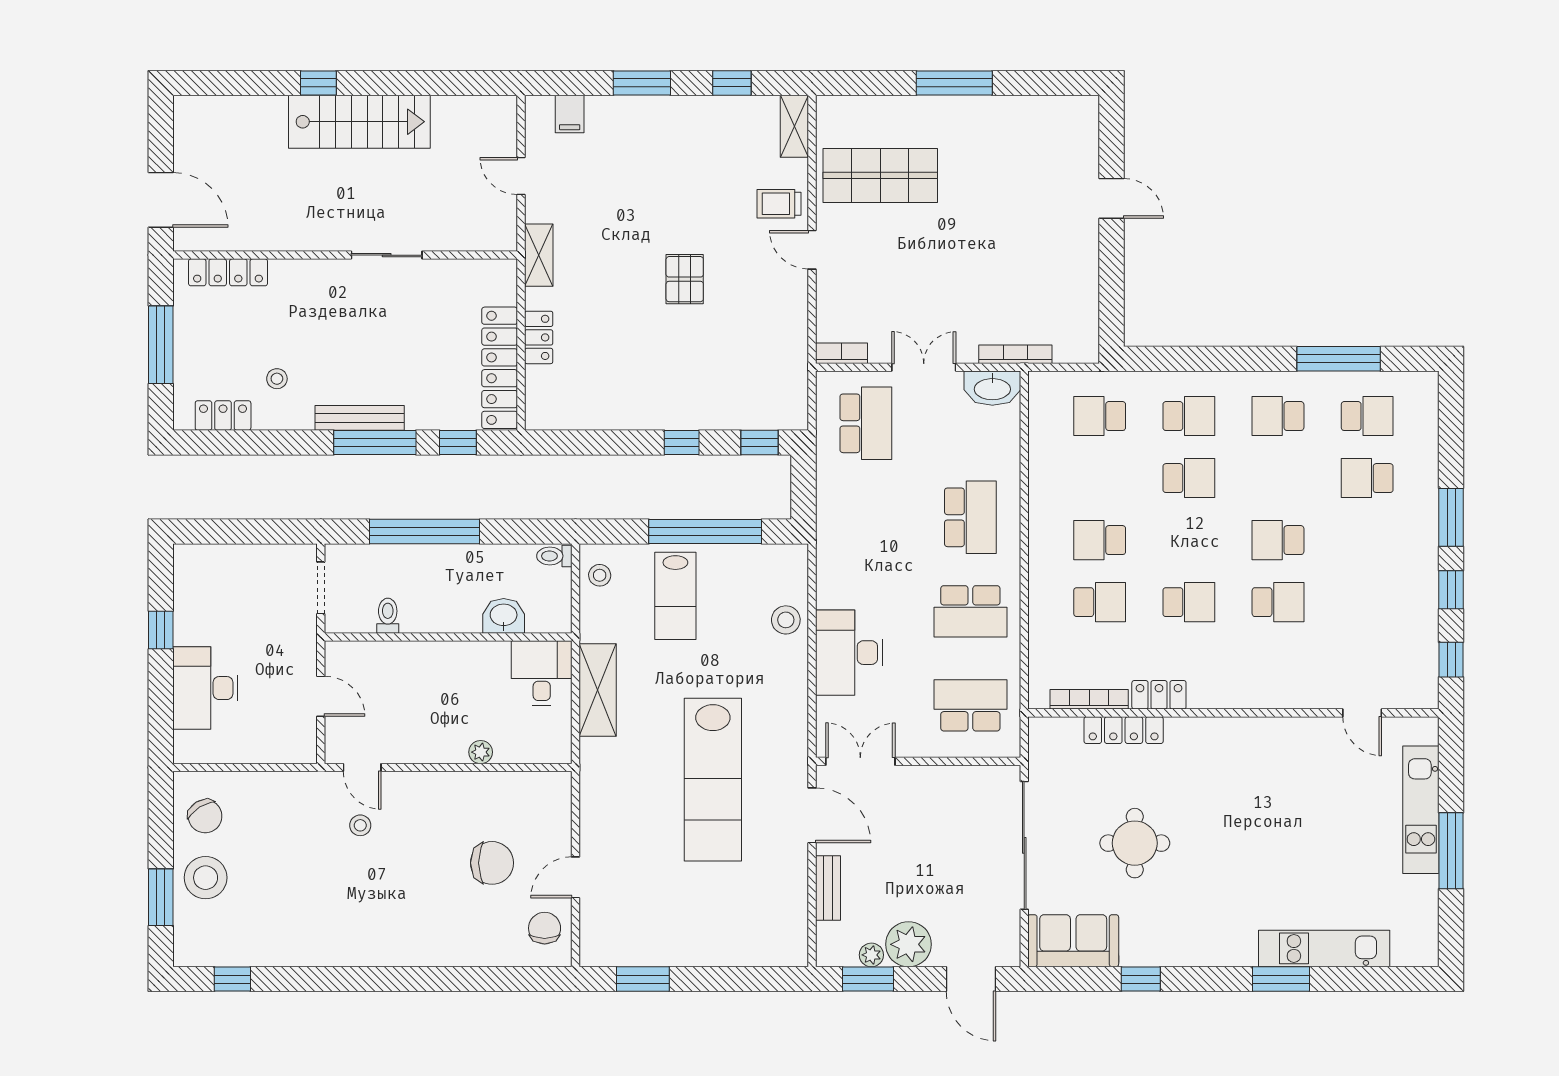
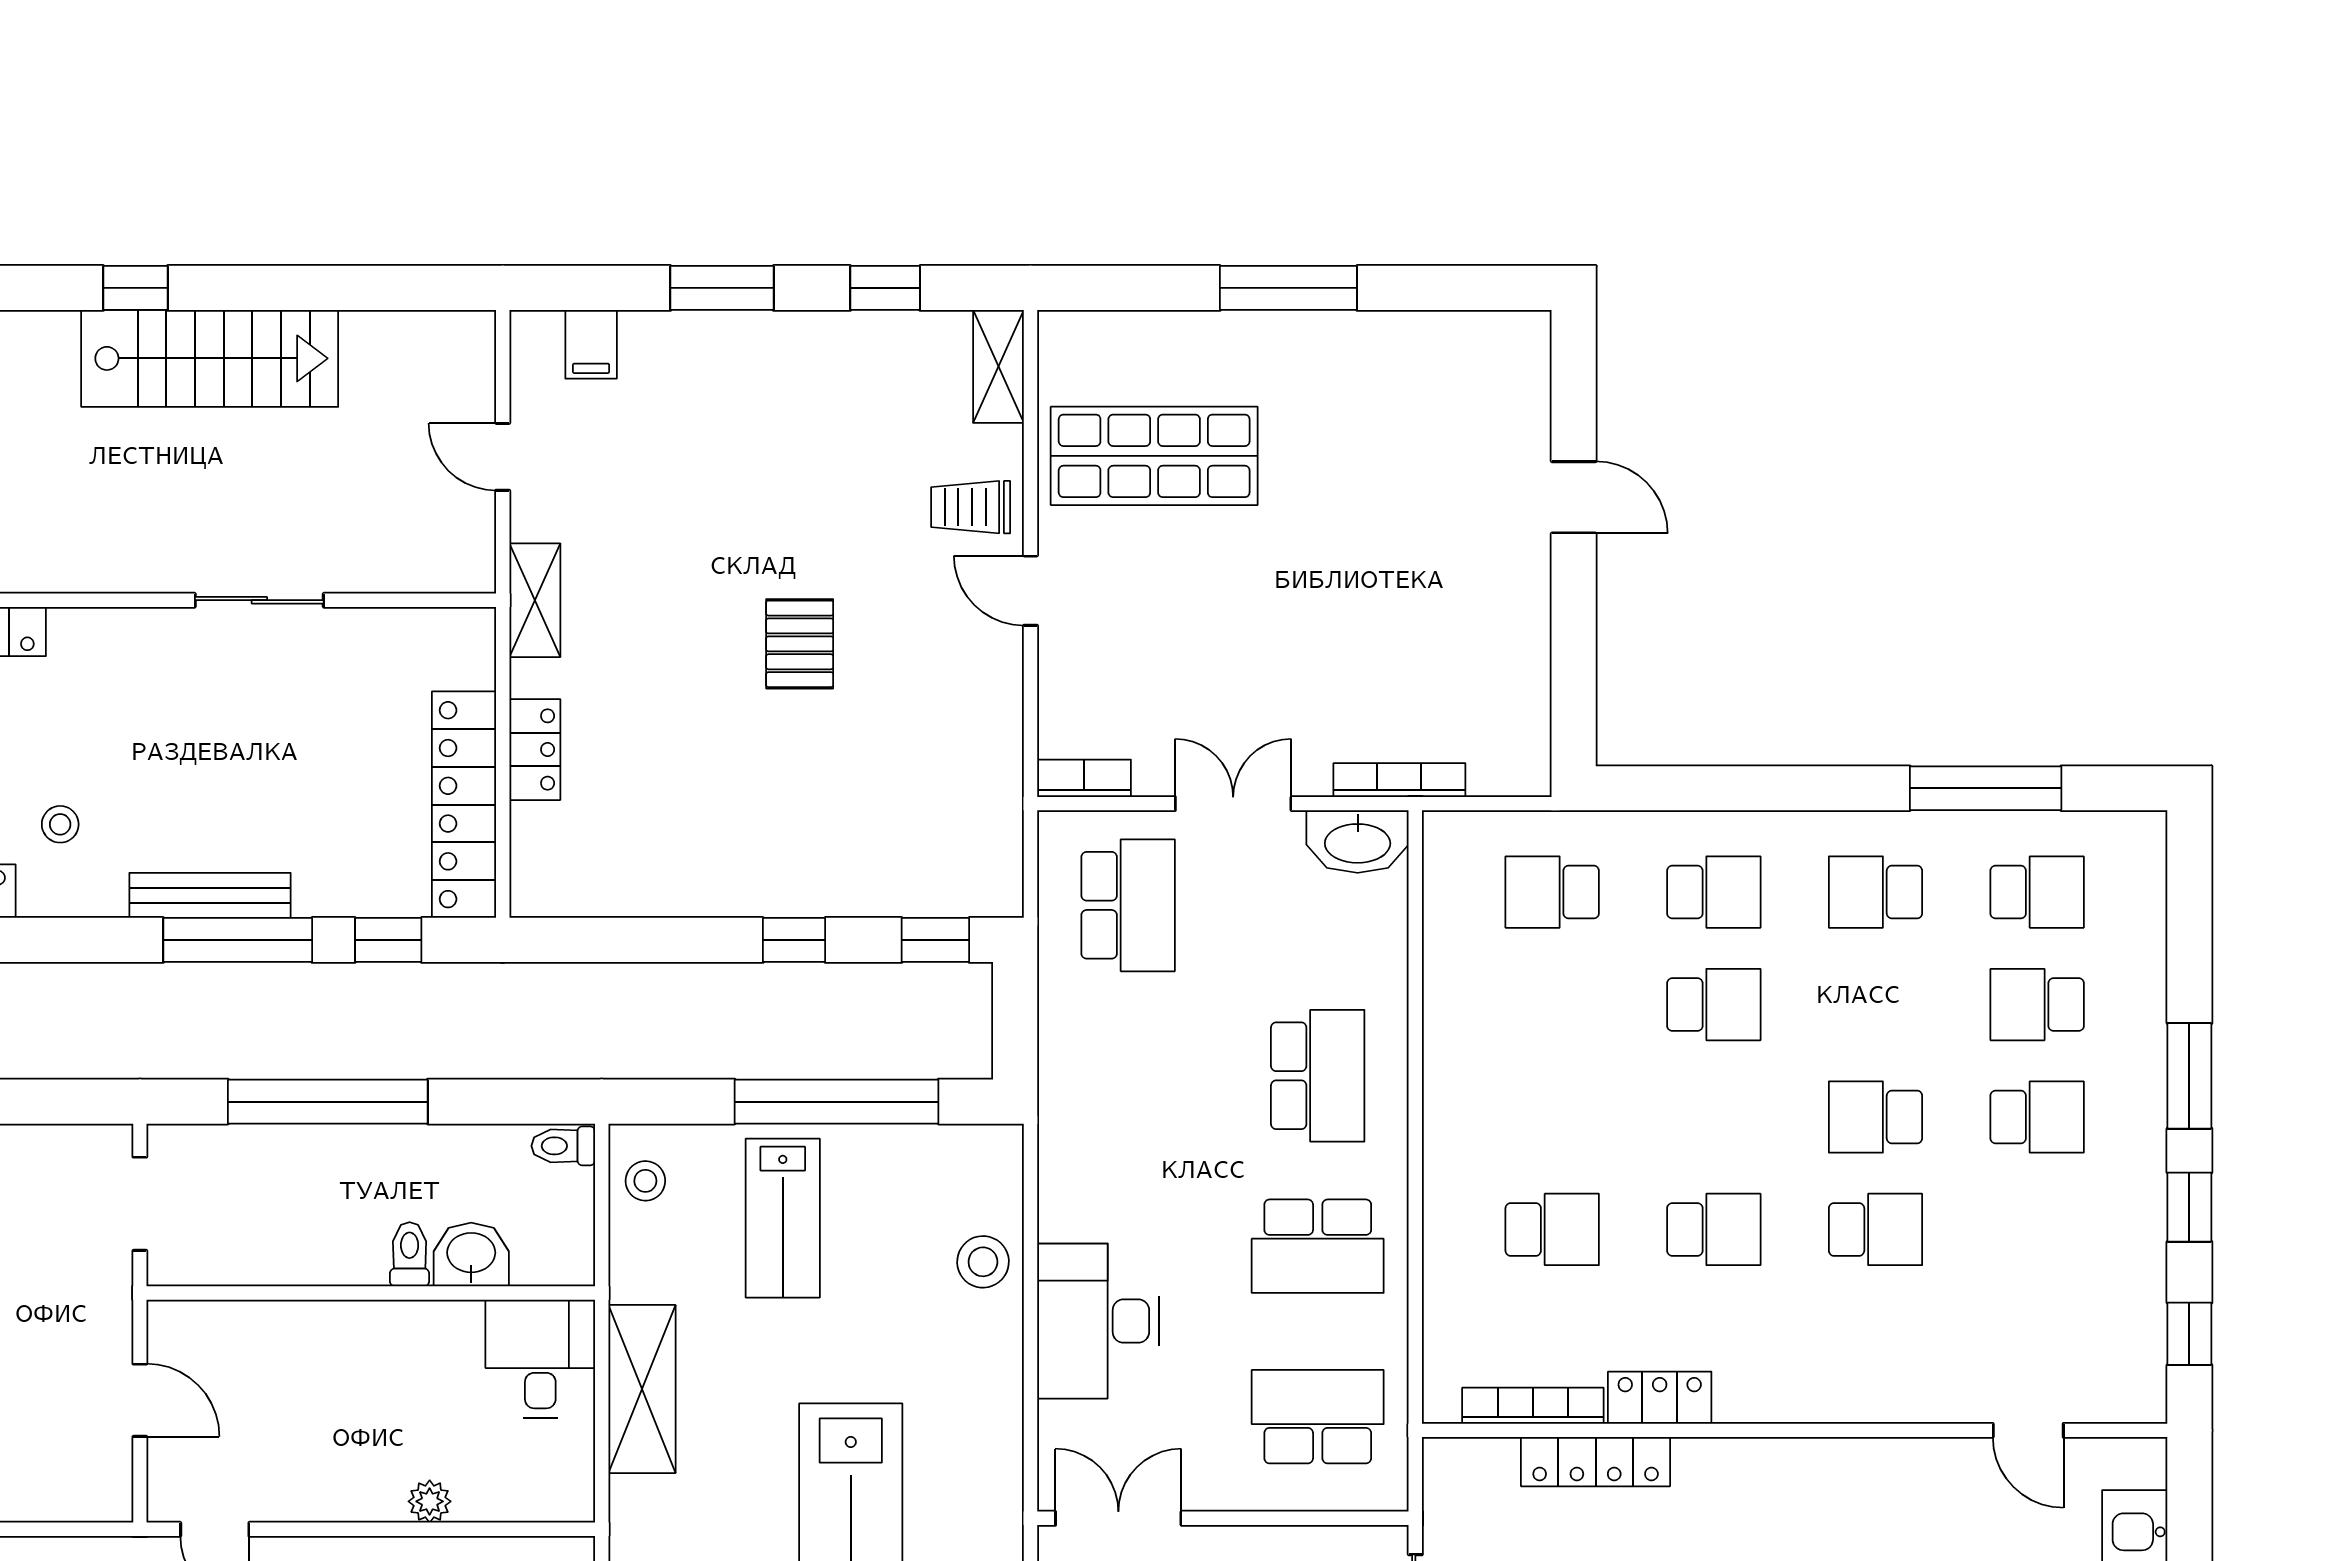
school desk: (1100, 540) -> (2037, 1117), moved, turned 180
toilet: (388, 616) -> (410, 1254), moved

